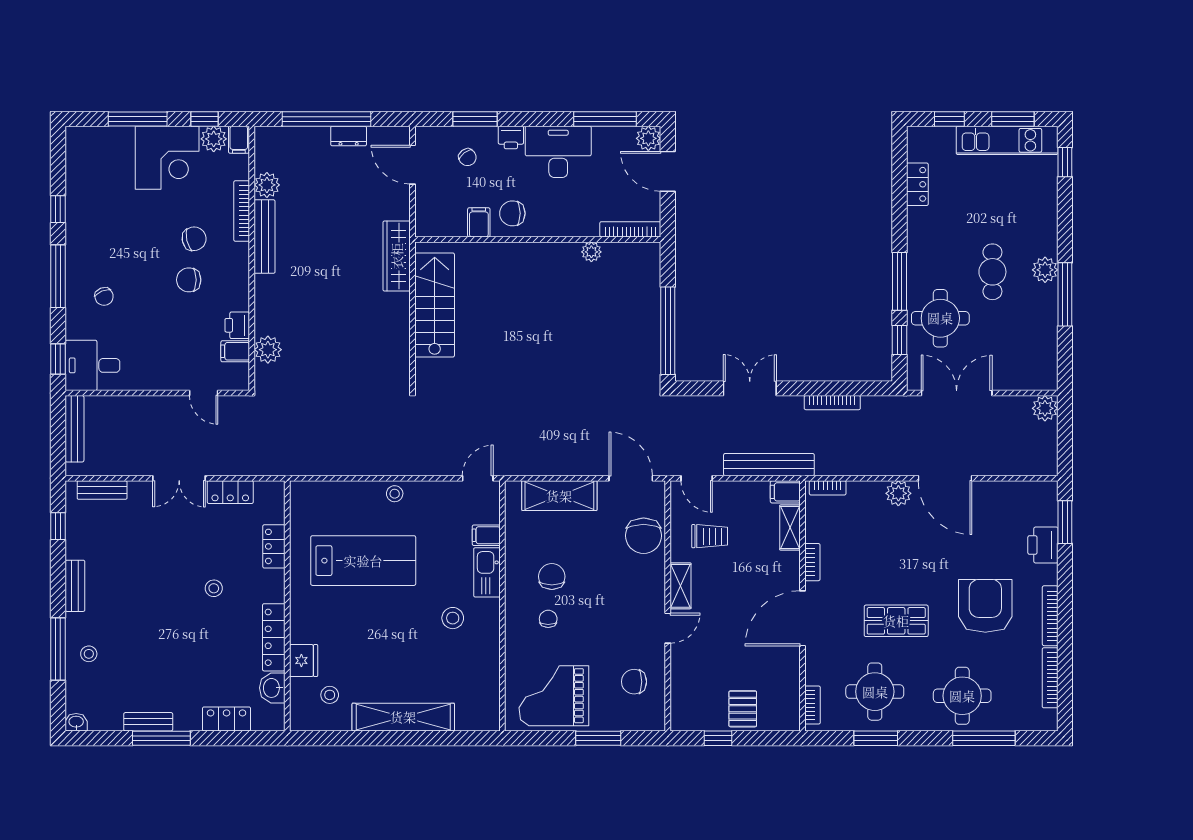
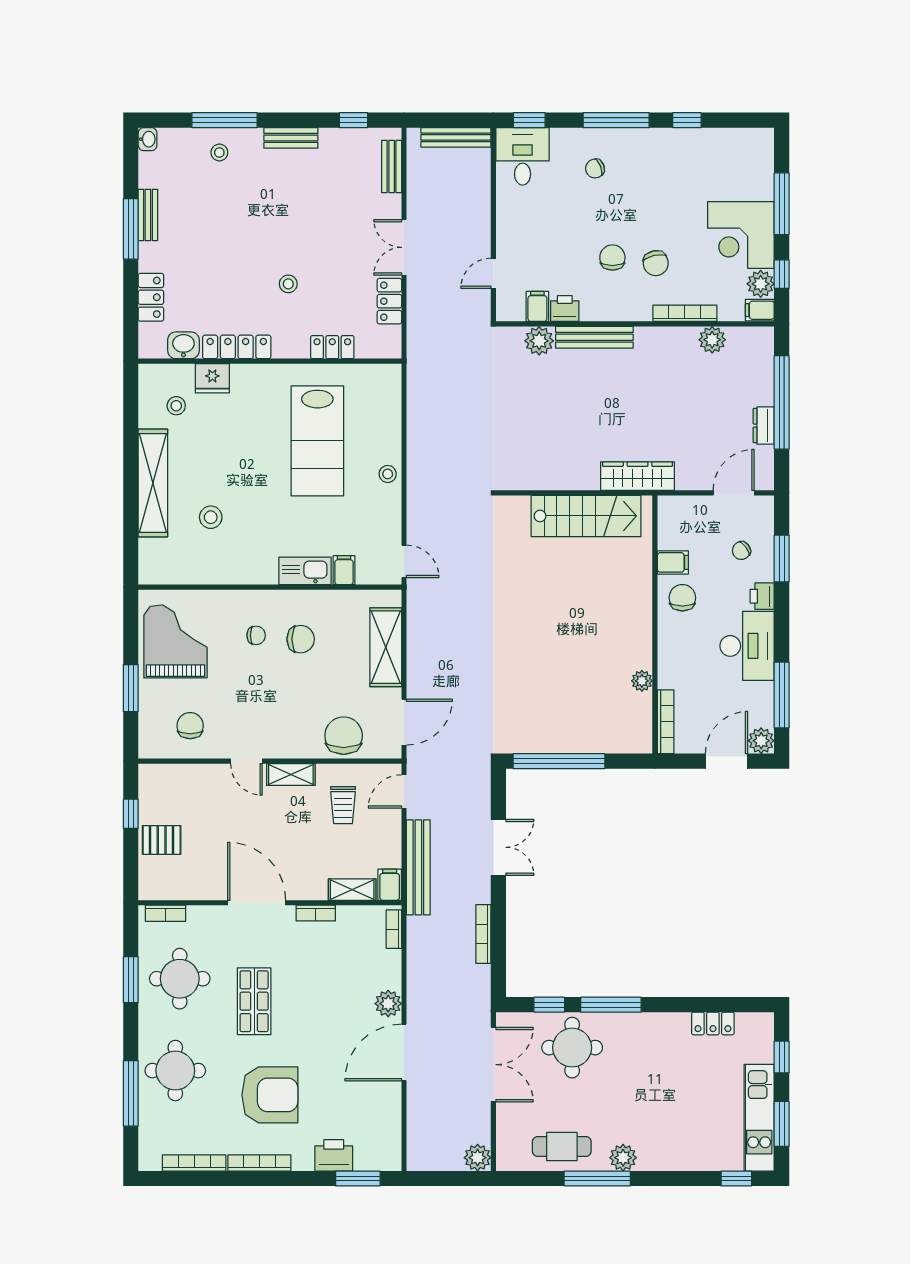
bench: (265, 237) -> (594, 337), moved
cafe table: (992, 272) -> (562, 1147), moved
chair: (644, 536) -> (344, 736), turned 90
stool: (453, 618) -> (211, 517), moved

